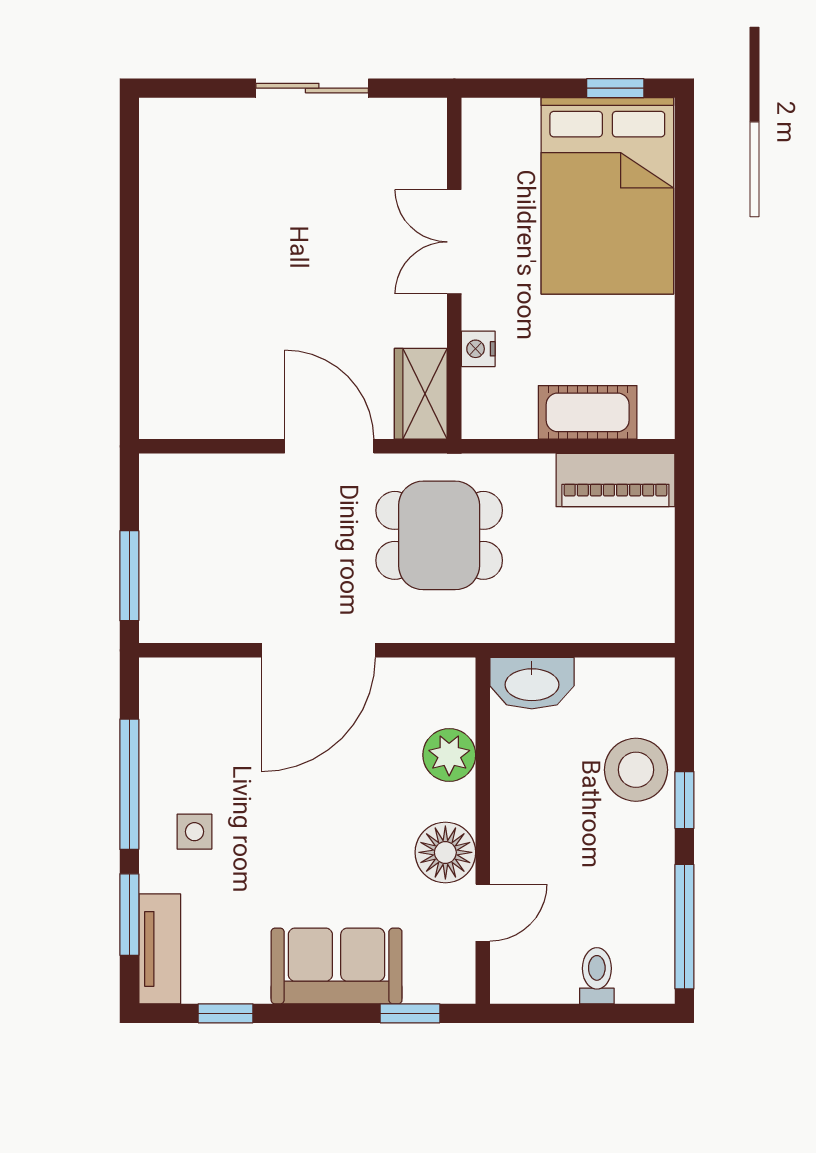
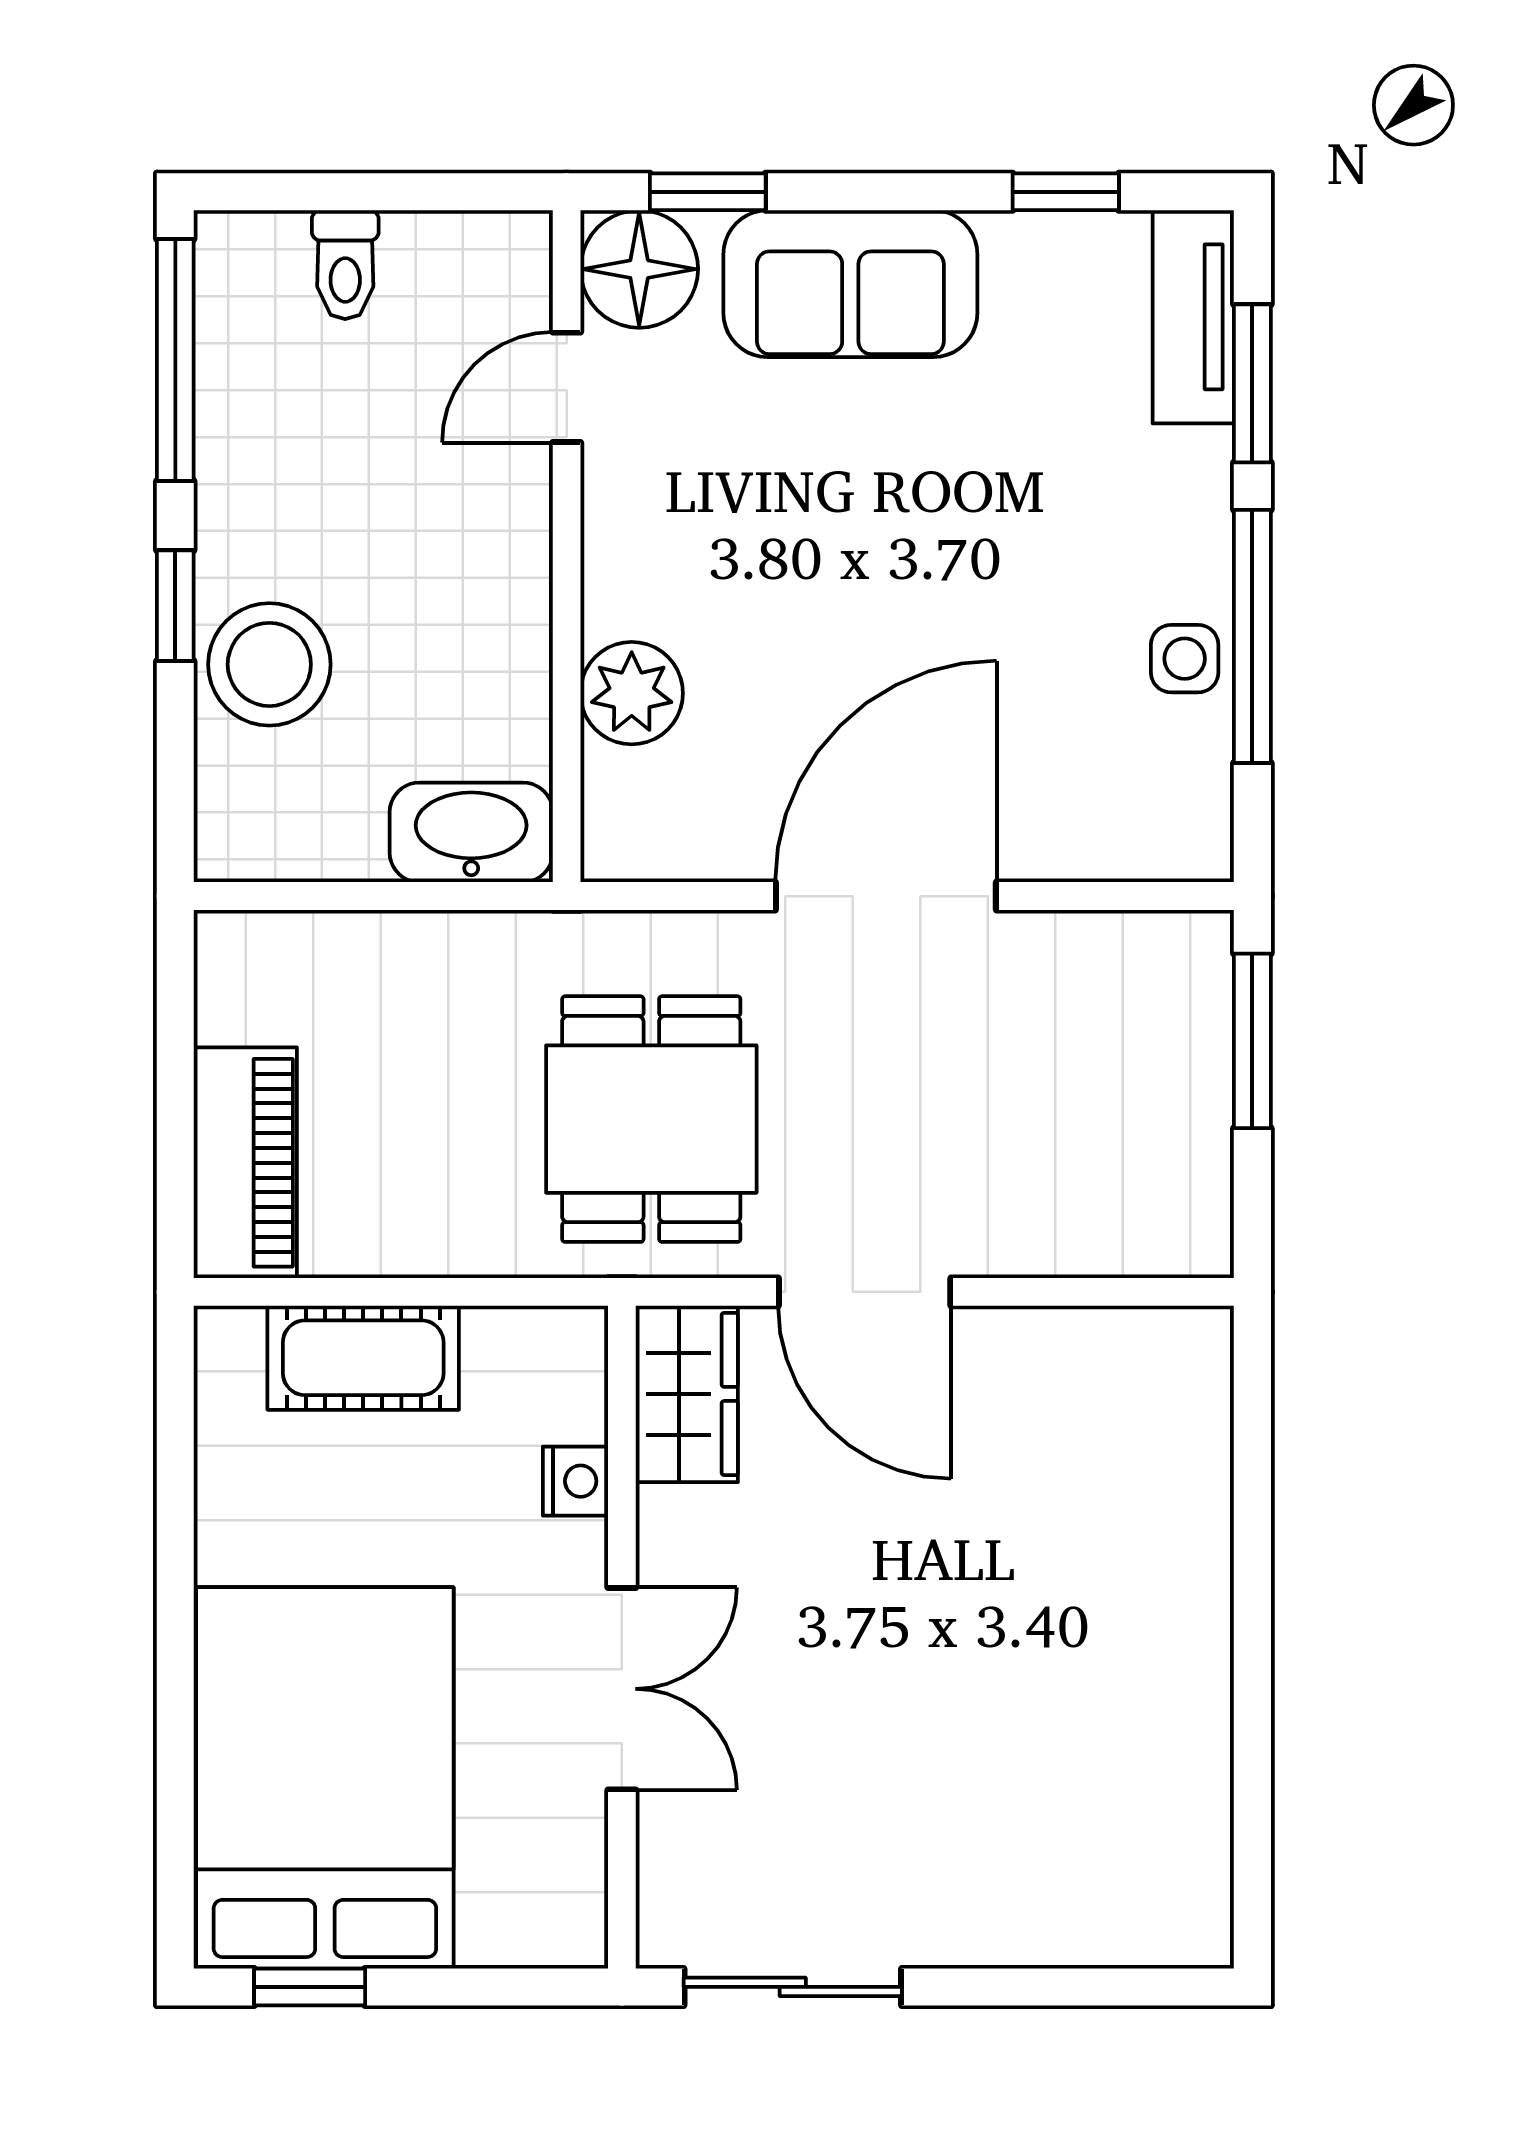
sliding door: (312, 88) -> (793, 1987), moved
piano: (615, 480) -> (245, 1163), moved, turned 90
dining table: (439, 535) -> (651, 1119), turned 90
side table: (194, 832) -> (1185, 659), moved
floor lamp: (445, 852) -> (639, 269), moved

